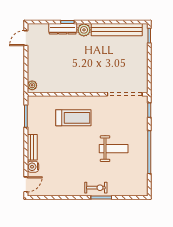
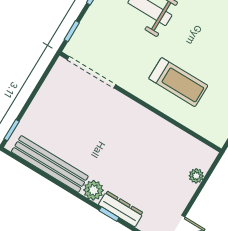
plant: (32, 85) -> (196, 176), moved
treadmill: (73, 118) -> (178, 82), turned 180

